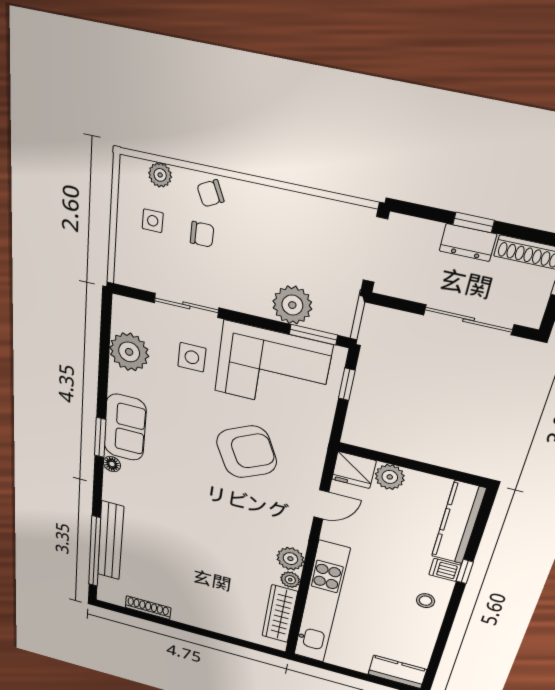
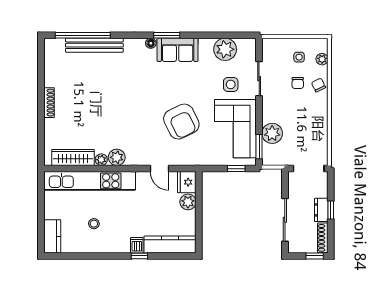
stool: (426, 601) -> (94, 224), moved
shoe rack: (148, 608) -> (49, 103), moved

